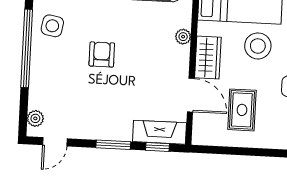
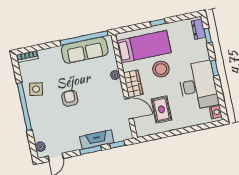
fireplace: (160, 132) -> (97, 139), moved

